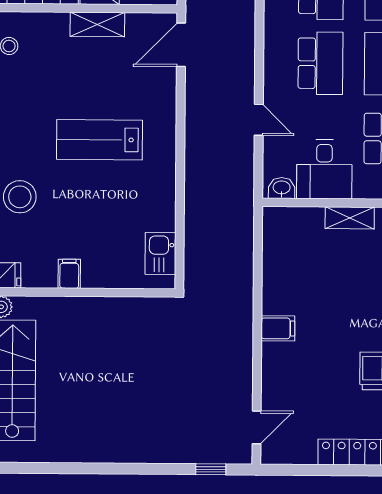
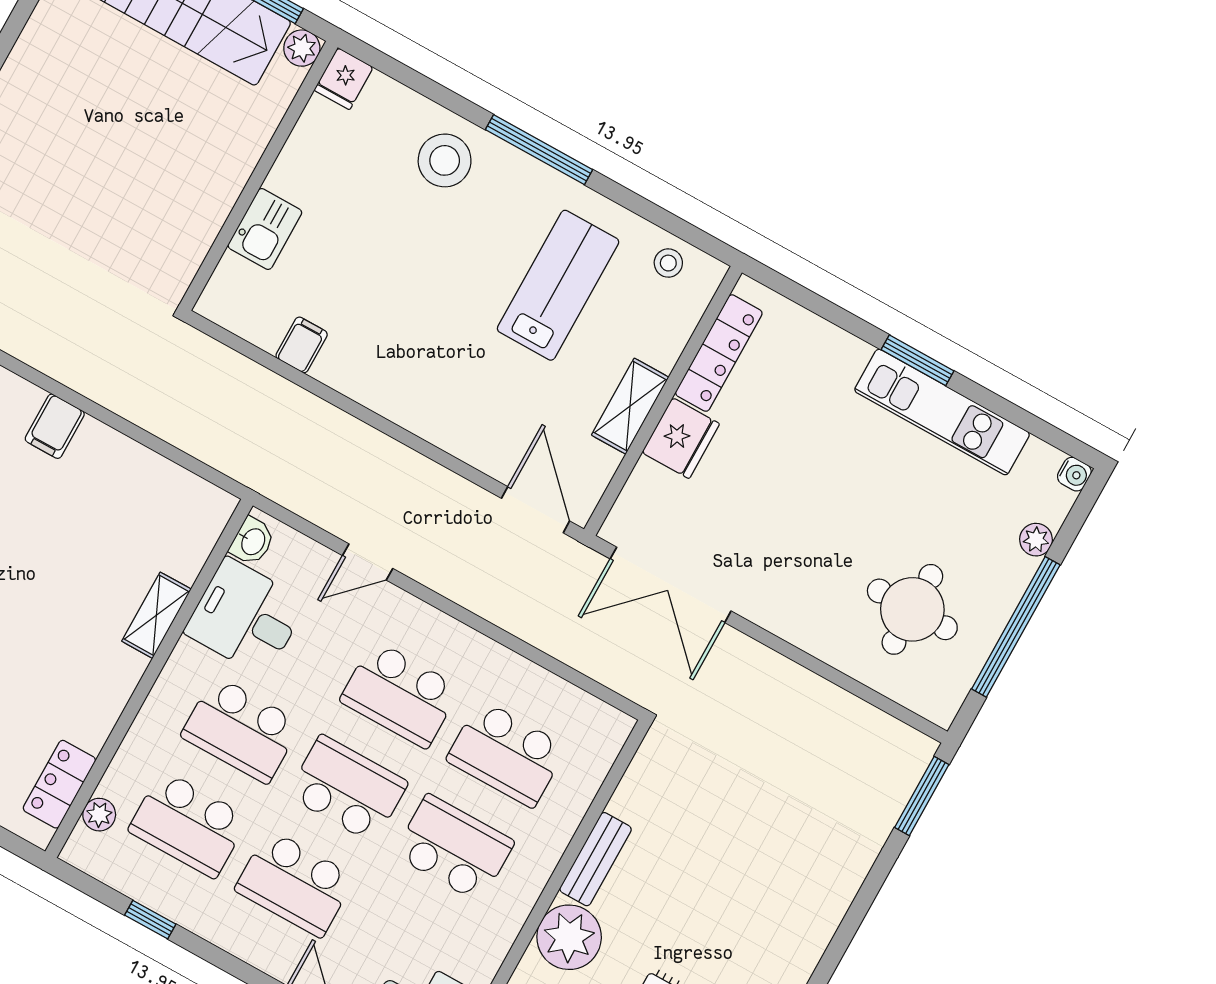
lab bench: (100, 140) -> (558, 285), moved
kitchen sink: (160, 254) -> (265, 229), moved, turned 90
filing cabinet: (69, 274) -> (302, 345), moved, turned -90

